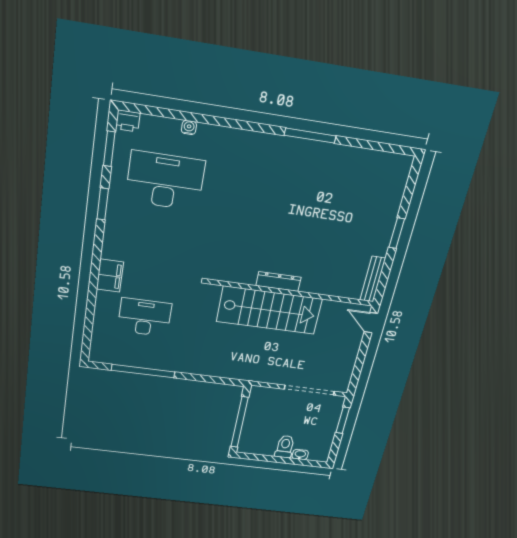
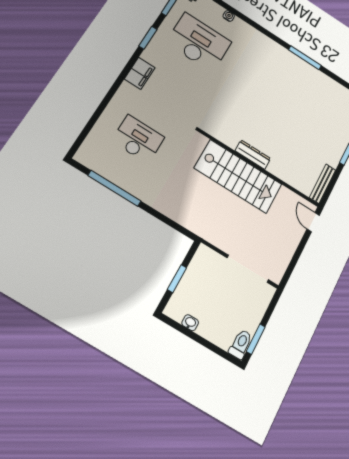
filing cabinet: (110, 276) -> (140, 73), moved
window: (343, 420) -> (256, 339), moved
window: (239, 422) -> (177, 279), width x0.47
toilet: (285, 447) -> (241, 344), moved
washbasin: (300, 455) -> (190, 323), moved

